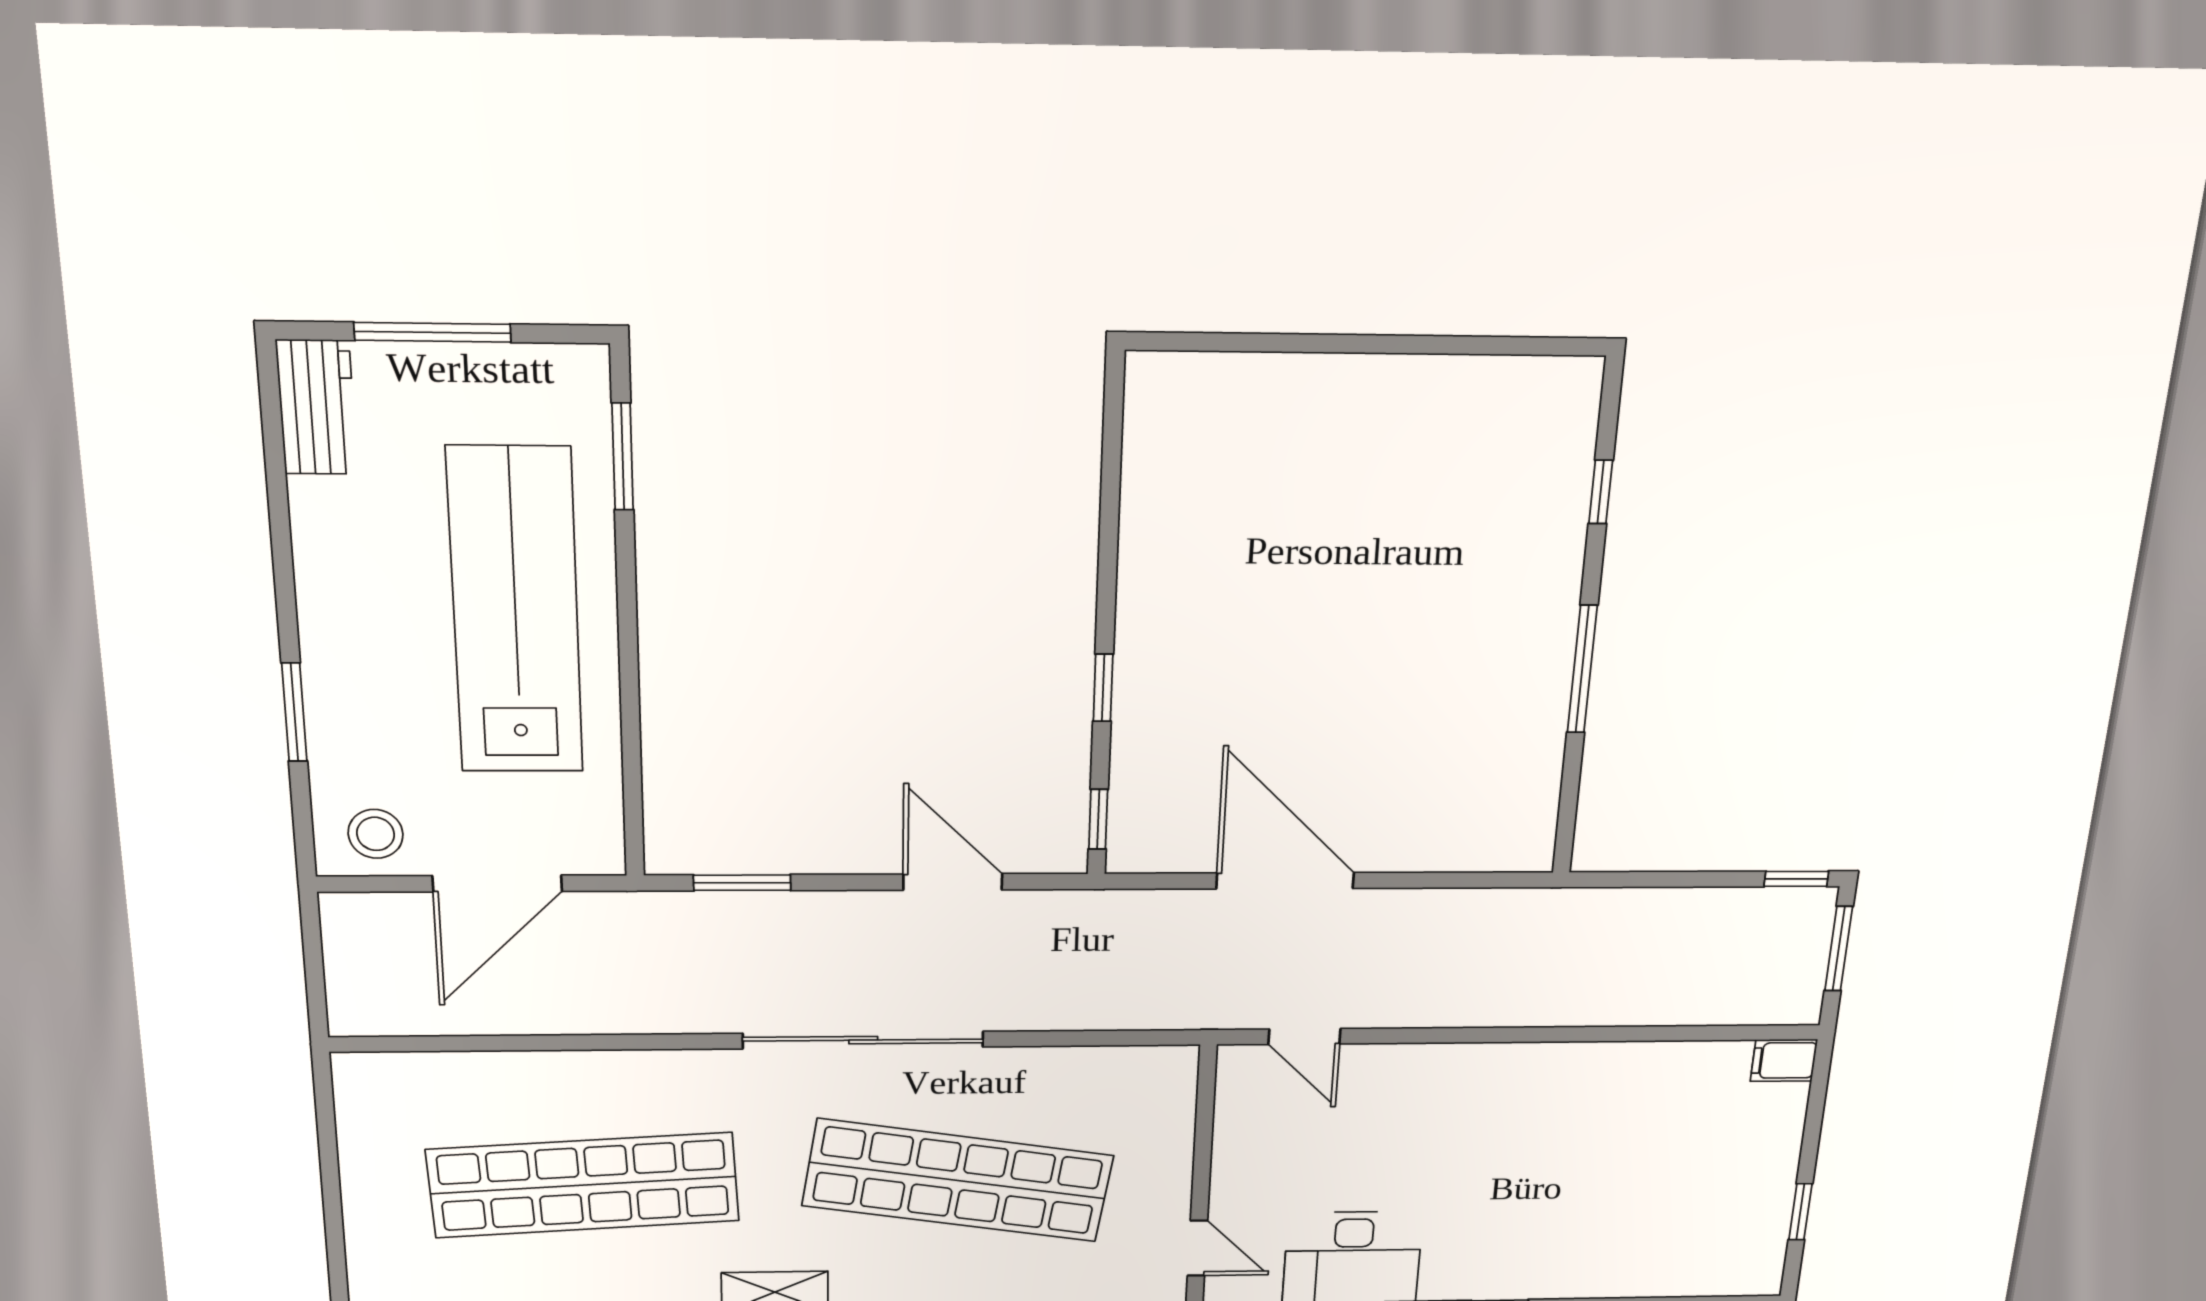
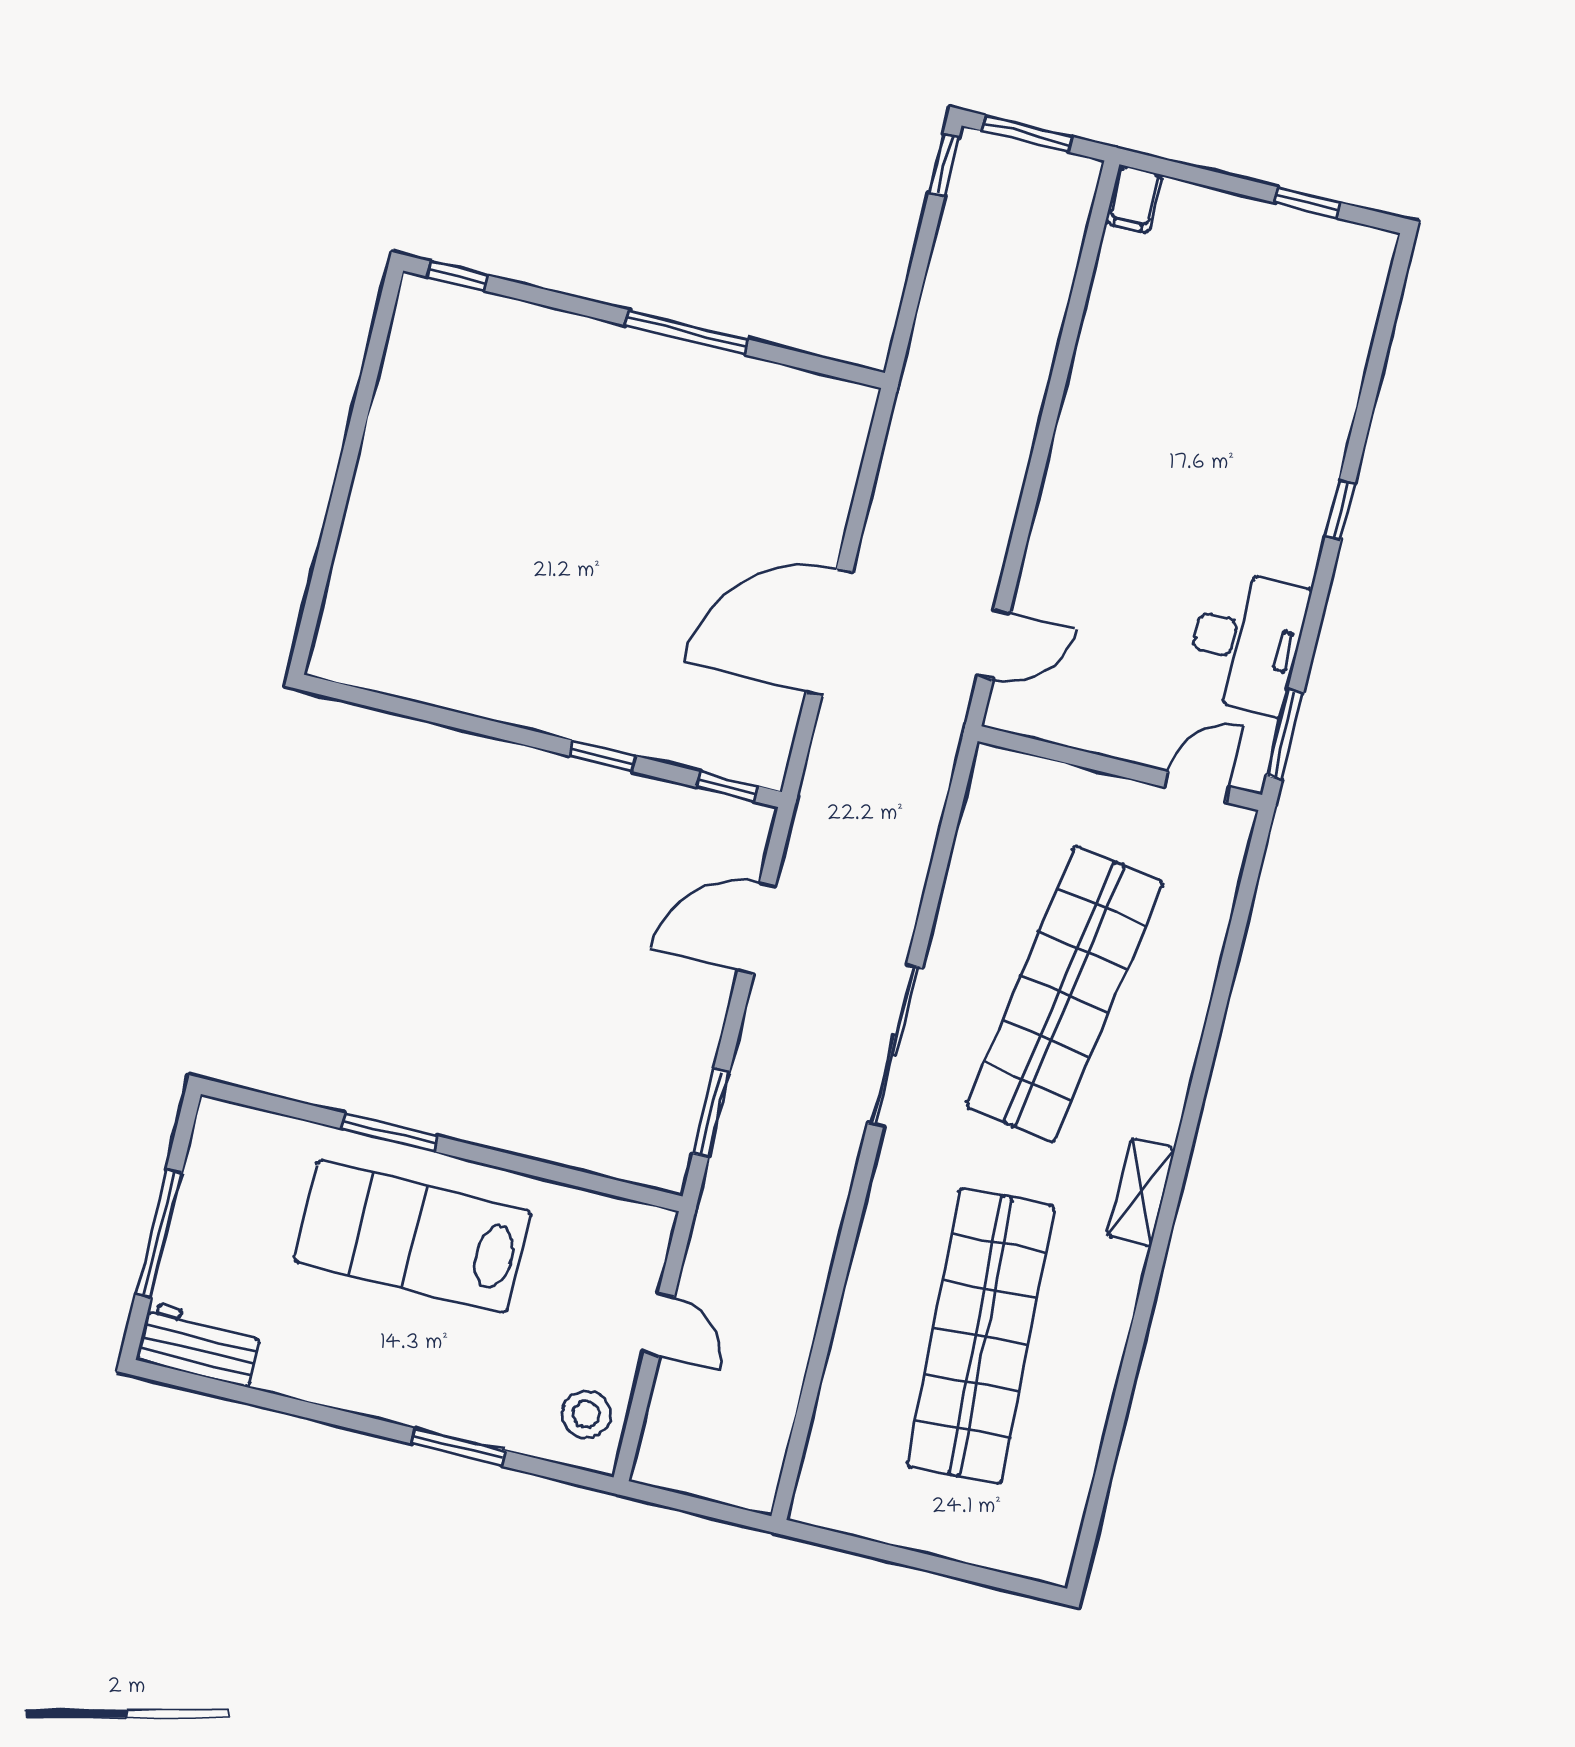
window: (623, 457) -> (389, 1132), moved
window: (1601, 492) -> (458, 276), moved
lab bench: (515, 612) -> (413, 1236), width x0.73
door: (497, 884) -> (659, 1325), width x0.53
sliding door: (863, 1040) -> (895, 1045), width x0.73

